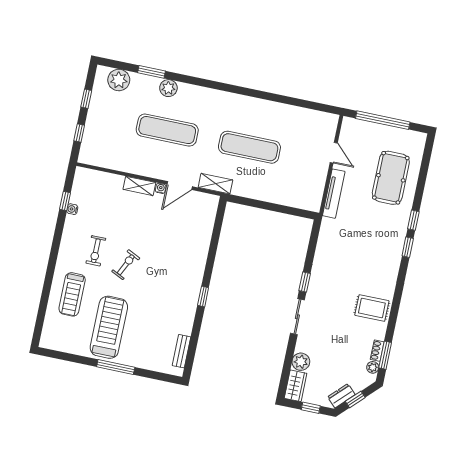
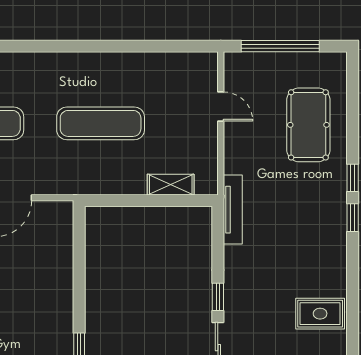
shelving: (215, 184) -> (171, 185), moved
tv unit: (334, 194) -> (233, 210), moved

